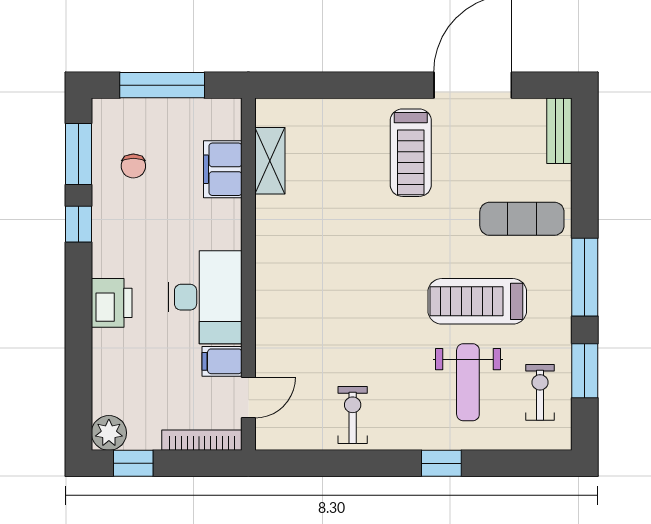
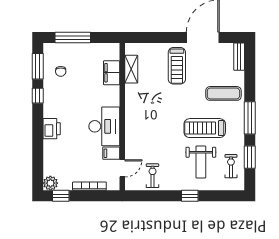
shelving: (270, 161) -> (131, 69), moved
filing cabinet: (223, 169) -> (112, 73), moved
wall: (248, 274) -> (122, 117), moved
desk: (205, 297) -> (104, 126), moved
filing cabinet: (222, 361) -> (111, 153), moved
door: (248, 398) -> (122, 168), moved

